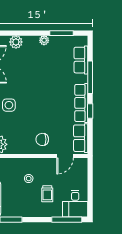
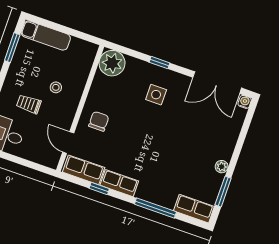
plant: (16, 42) -> (232, 131), removed
row of seats: (81, 60) -> (194, 209), moved
row of seats: (81, 103) -> (119, 183), width x0.68
window: (90, 111) -> (99, 188), moved

